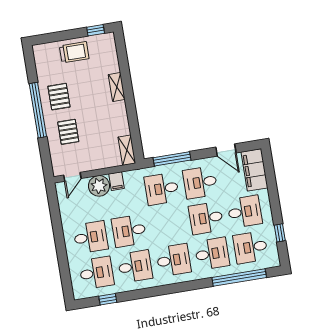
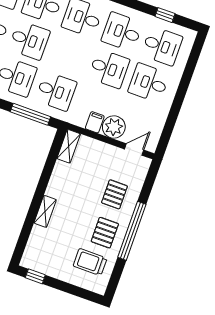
trolley: (74, 52) -> (90, 262), moved
desk: (96, 273) -> (162, 46), turned 180

